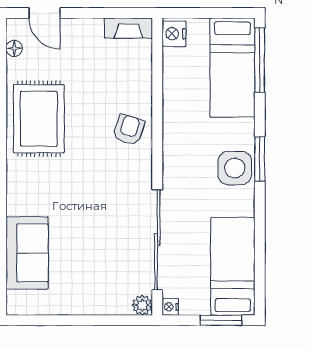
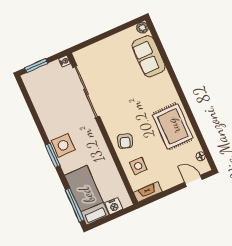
nightstand: (174, 34) -> (114, 206), moved, turned 90
side table: (125, 78) -> (138, 166), added
bed: (233, 266) -> (42, 95), removed
plant: (142, 305) -> (142, 28), moved

